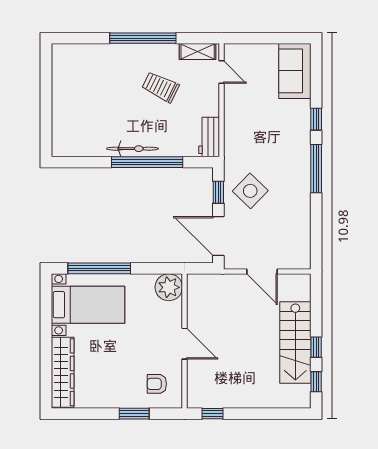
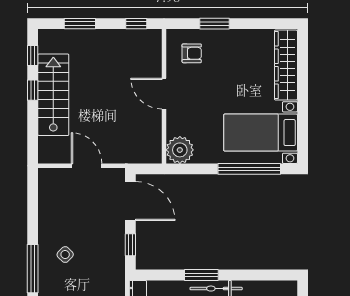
window: (147, 162) -> (201, 275), width x0.47
side table: (250, 191) -> (65, 255), moved, width x0.54, depth x0.54
window: (269, 414) -> (80, 24), added

